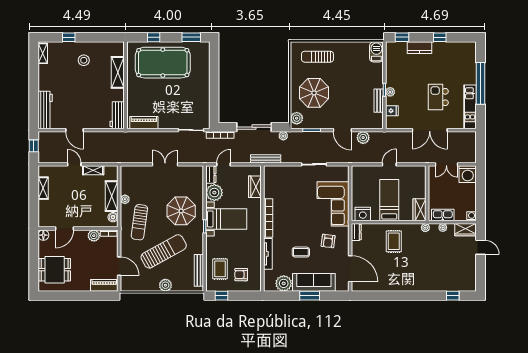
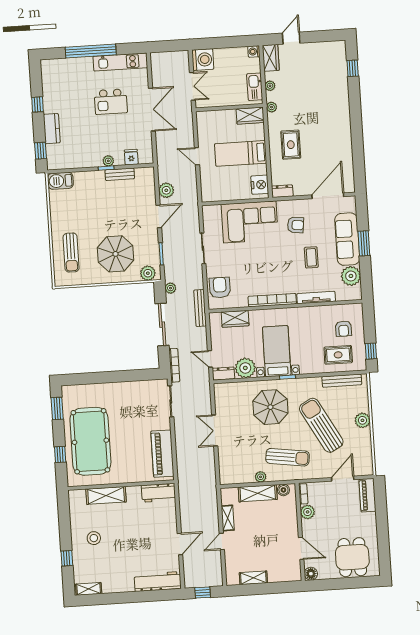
piano: (144, 123) -> (162, 454), width x1.37, depth x1.33
armchair: (281, 176) -> (220, 288), added
rug: (394, 241) -> (291, 145), turned 90

